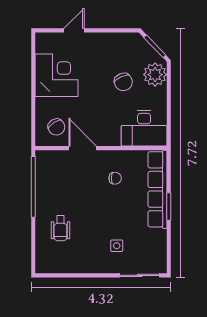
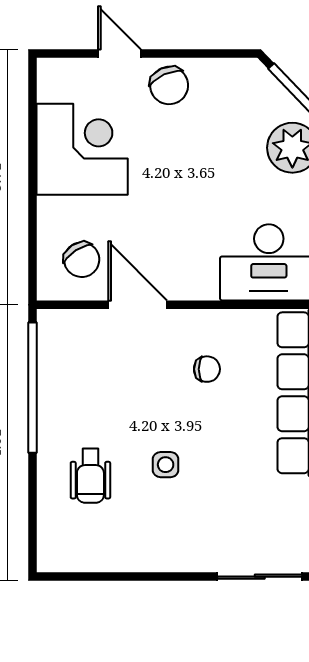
door: (74, 30) -> (119, 53), hinge flipped
chair: (123, 82) -> (169, 85), moved
side table: (117, 246) -> (166, 465), moved

